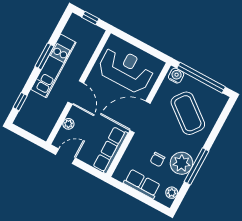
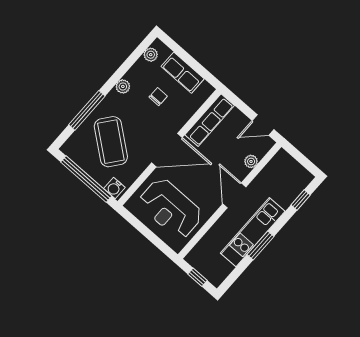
plant: (182, 163) -> (123, 86), width x0.53, depth x0.53
window: (196, 166) -> (87, 110), moved

